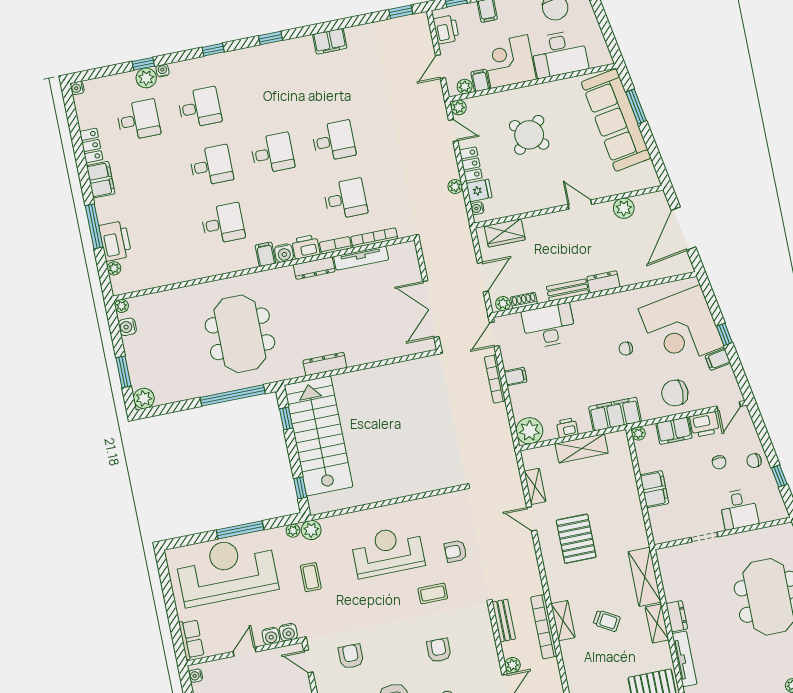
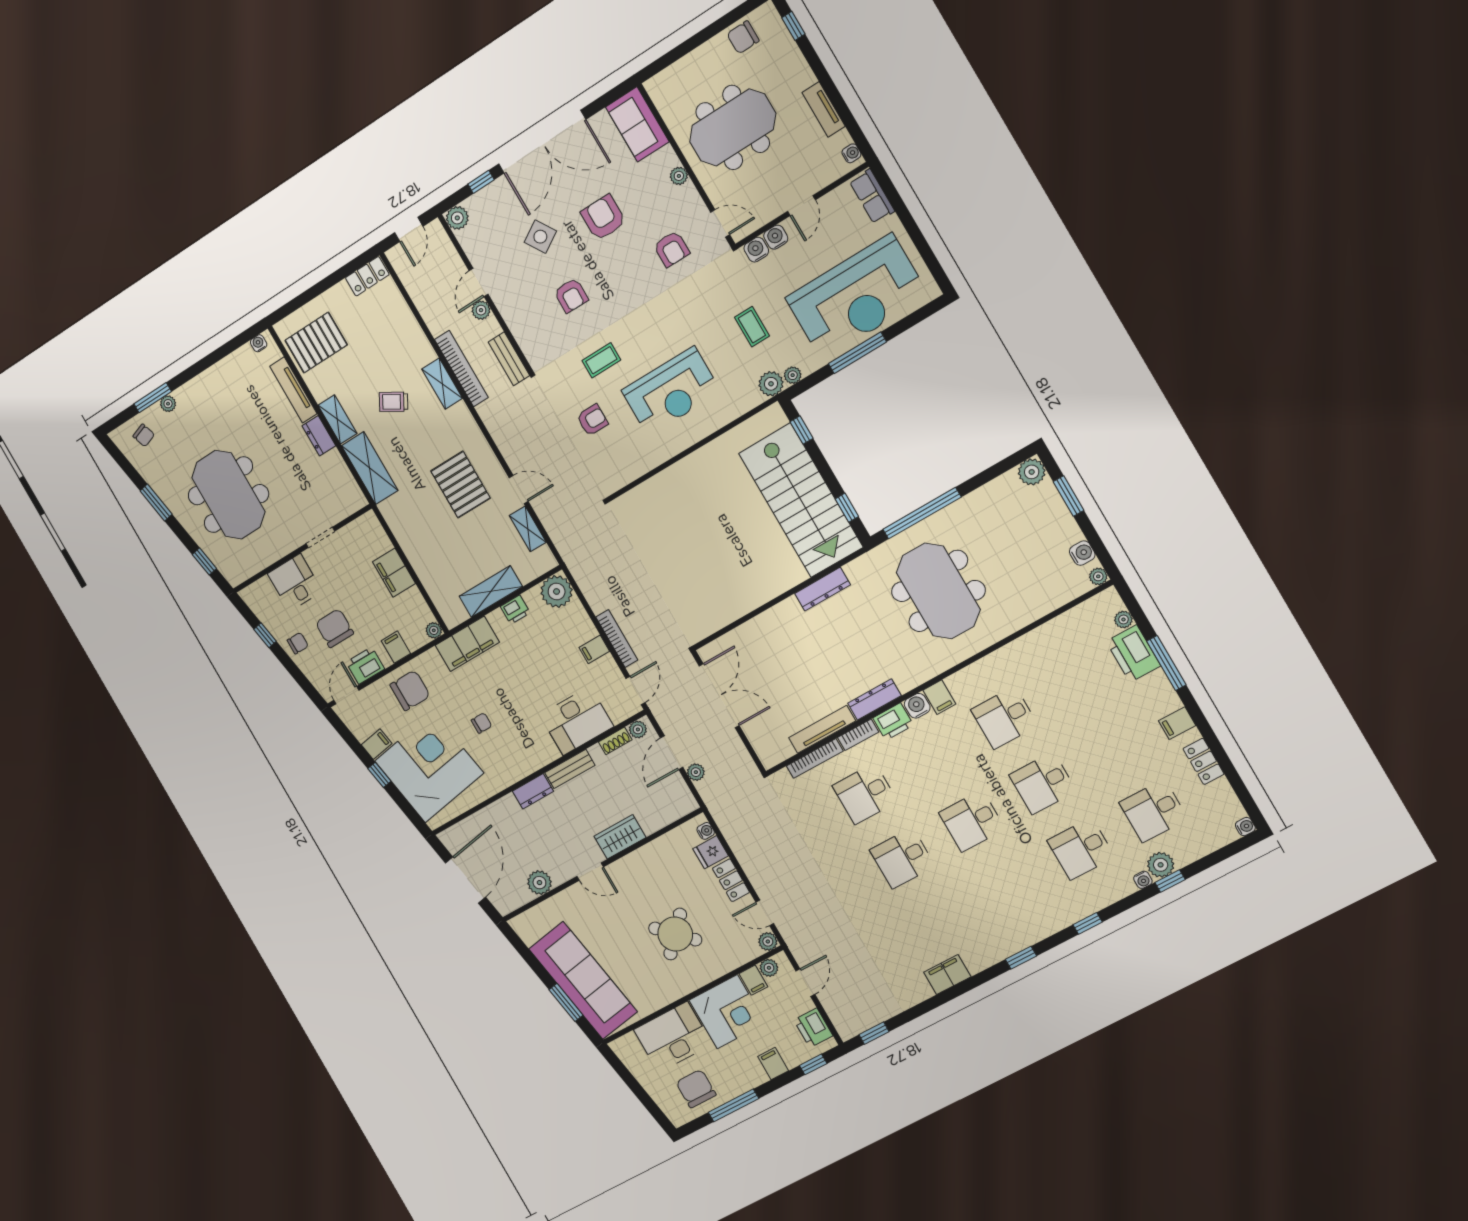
filing cabinet: (101, 180) -> (1177, 723), width x0.50
plant: (455, 187) -> (696, 772), moved
wardrobe: (505, 233) -> (620, 837), moved
filing cabinet: (674, 431) -> (396, 647), width x0.50
chair: (719, 462) -> (335, 628), width x1.87, depth x1.87

